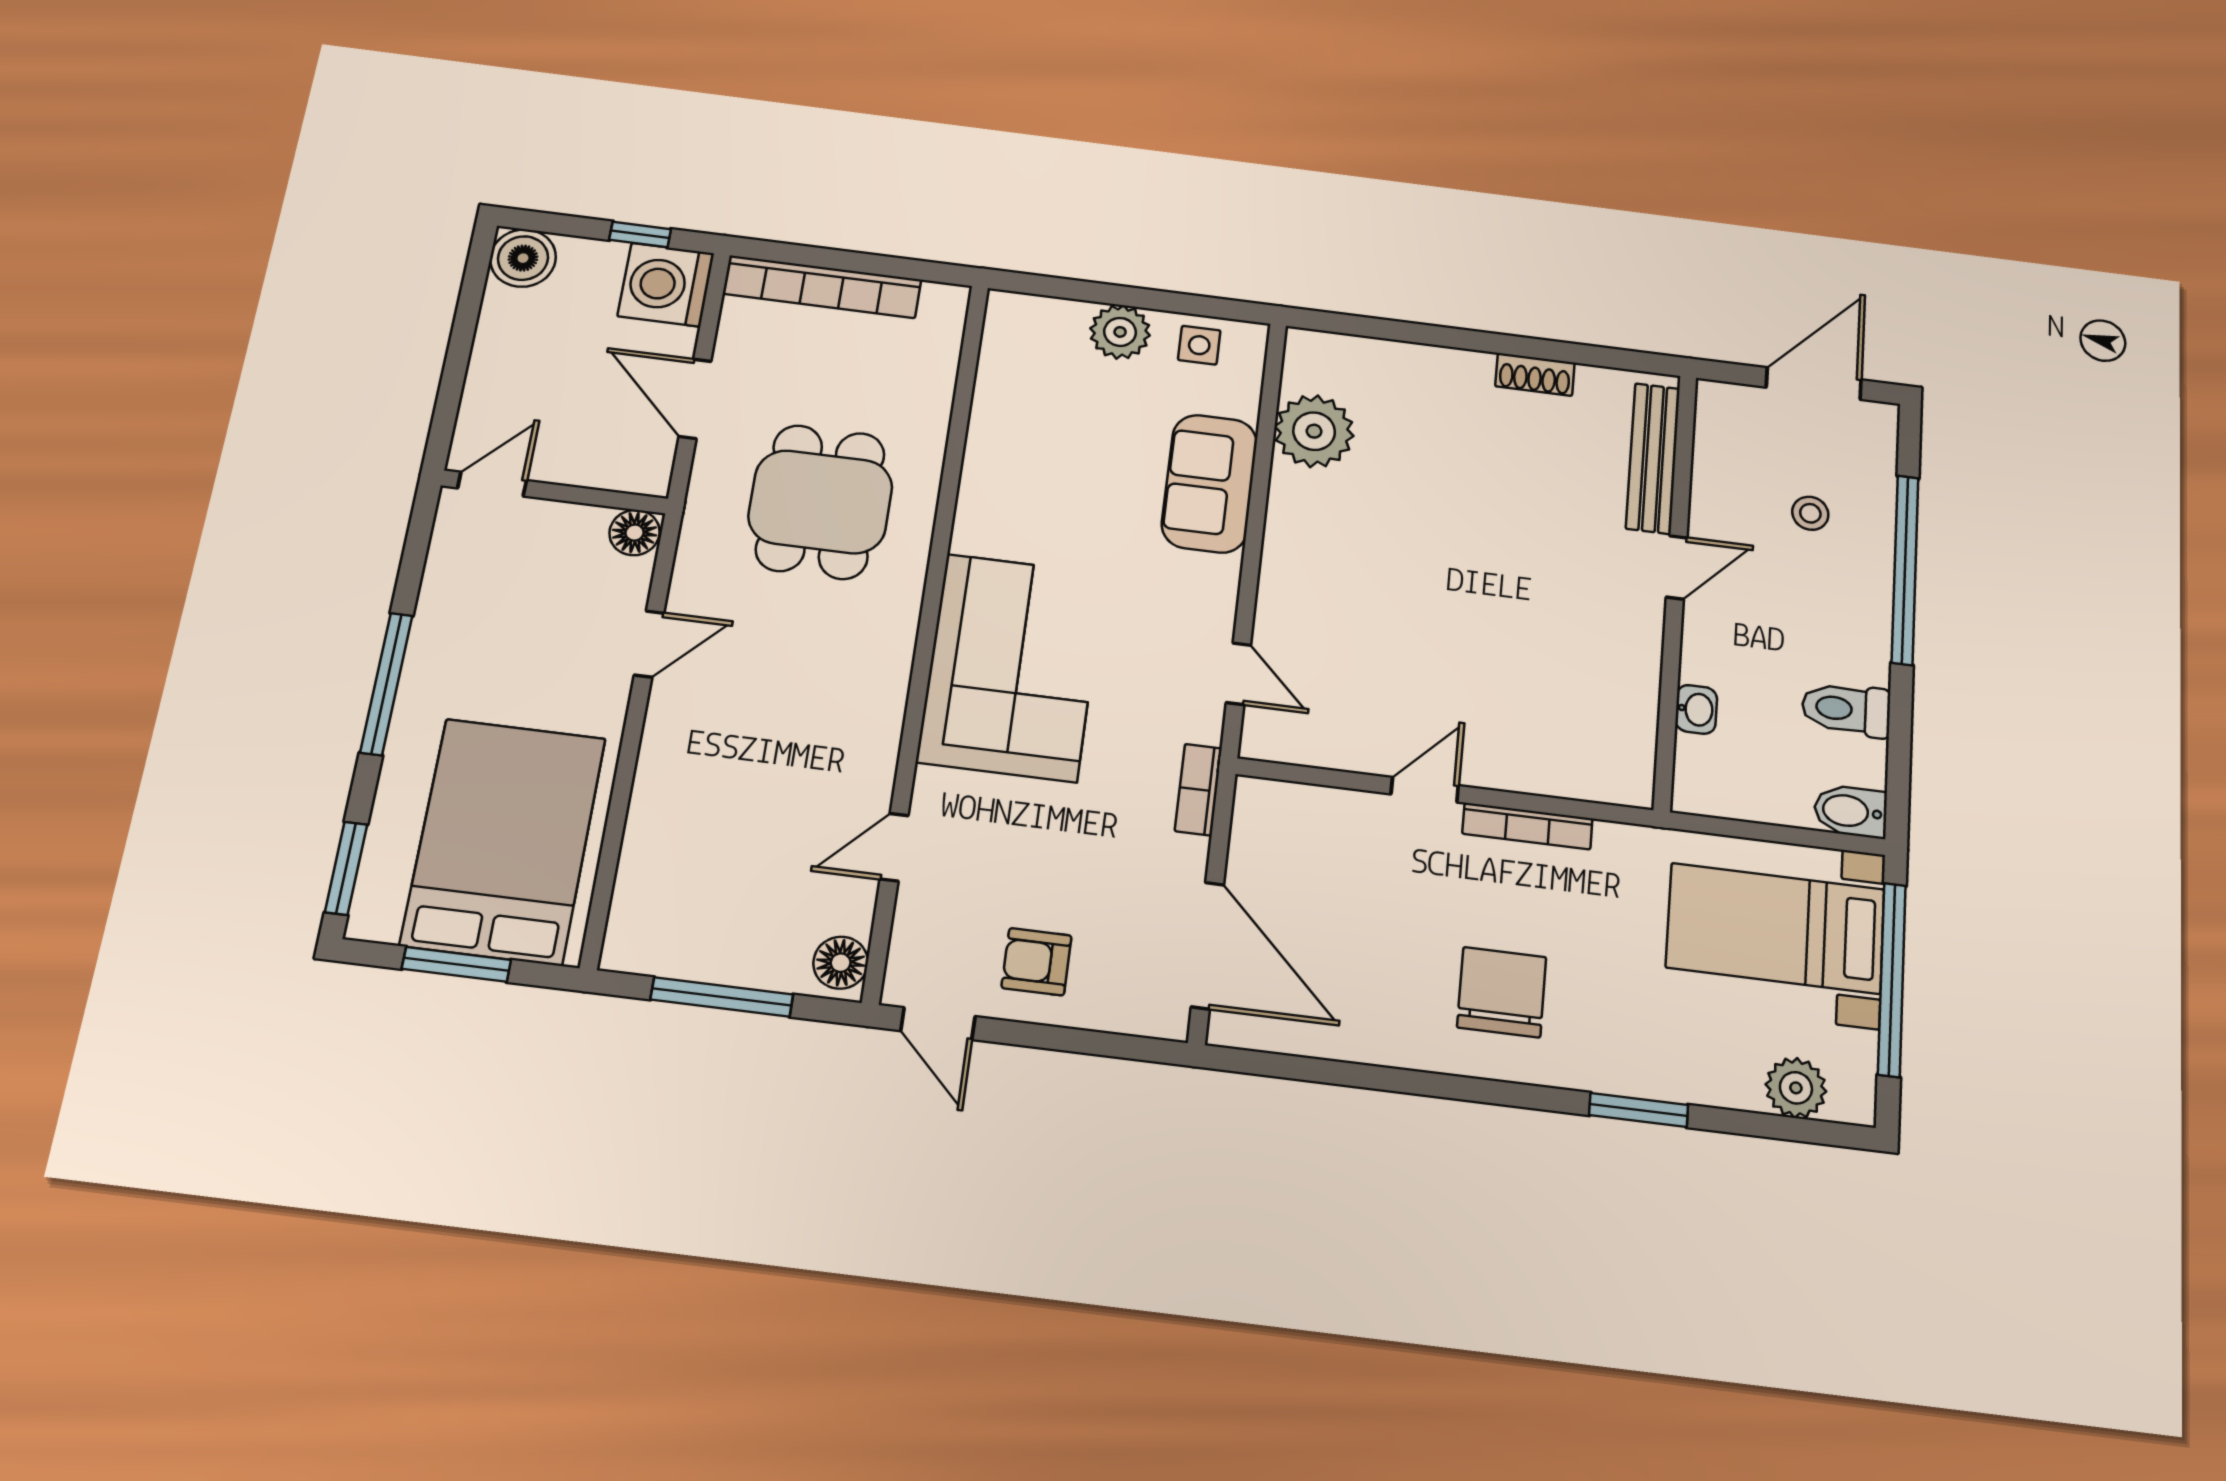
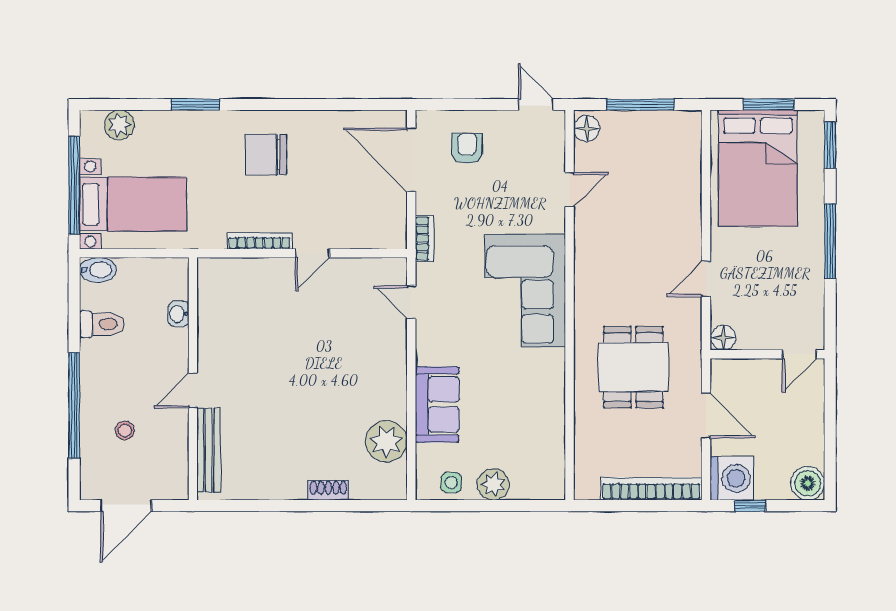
shoe rack: (1535, 374) -> (328, 490), moved
armchair: (1037, 962) -> (467, 148), moved, turned -90
chair: (1502, 992) -> (266, 154), turned 90

